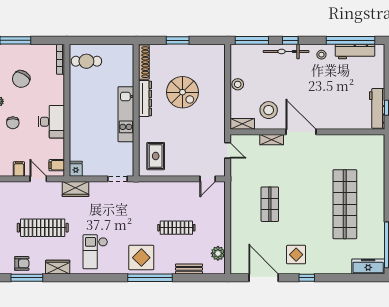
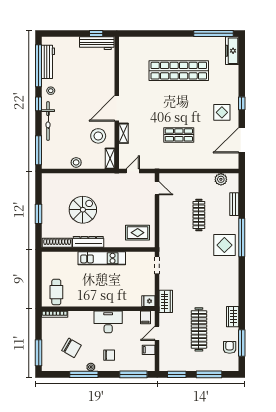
window: (290, 40) -> (39, 104), moved
checkout: (95, 252) -> (220, 284), removed

